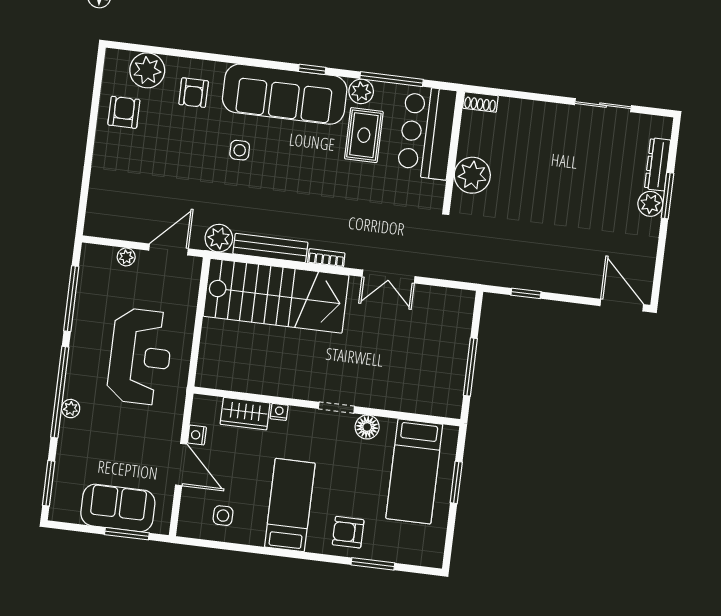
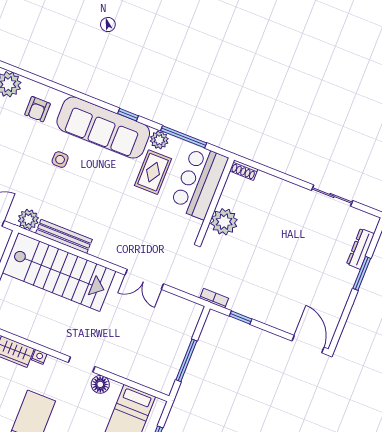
plant: (650, 204) -> (348, 276), removed
bookcase: (326, 258) -> (214, 298), moved

